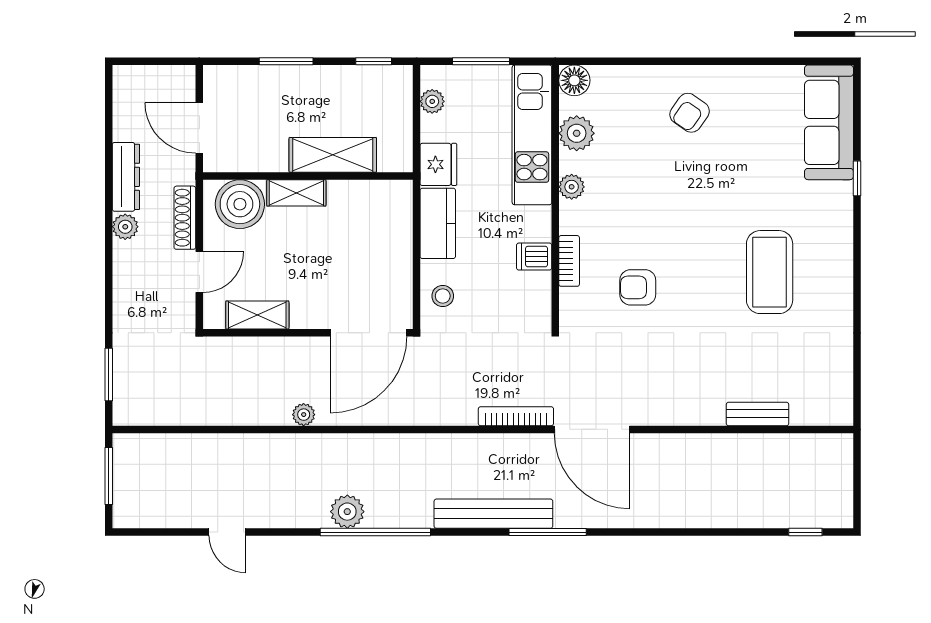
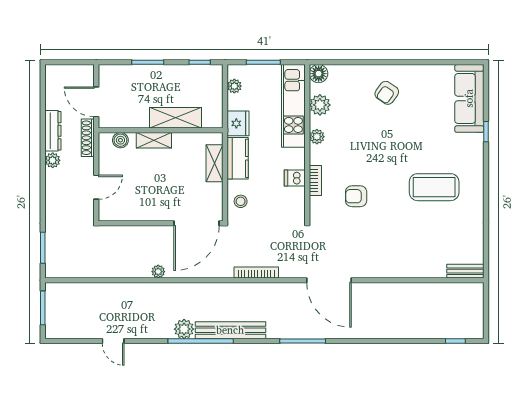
boiler: (240, 204) -> (120, 140), width x0.54, depth x0.54
shoe rack: (185, 218) -> (88, 138), moved
coffee table: (770, 272) -> (434, 187), turned 90
shelving: (257, 315) -> (214, 163), moved, turned 90
bench: (757, 414) -> (465, 271), moved
bookcase: (516, 416) -> (256, 273), moved
bench: (493, 514) -> (230, 330), moved

